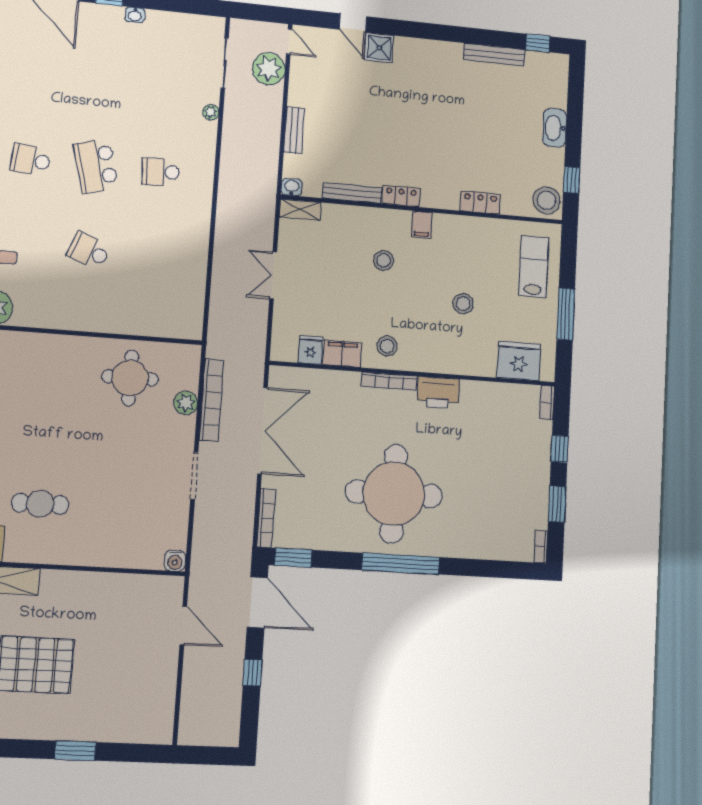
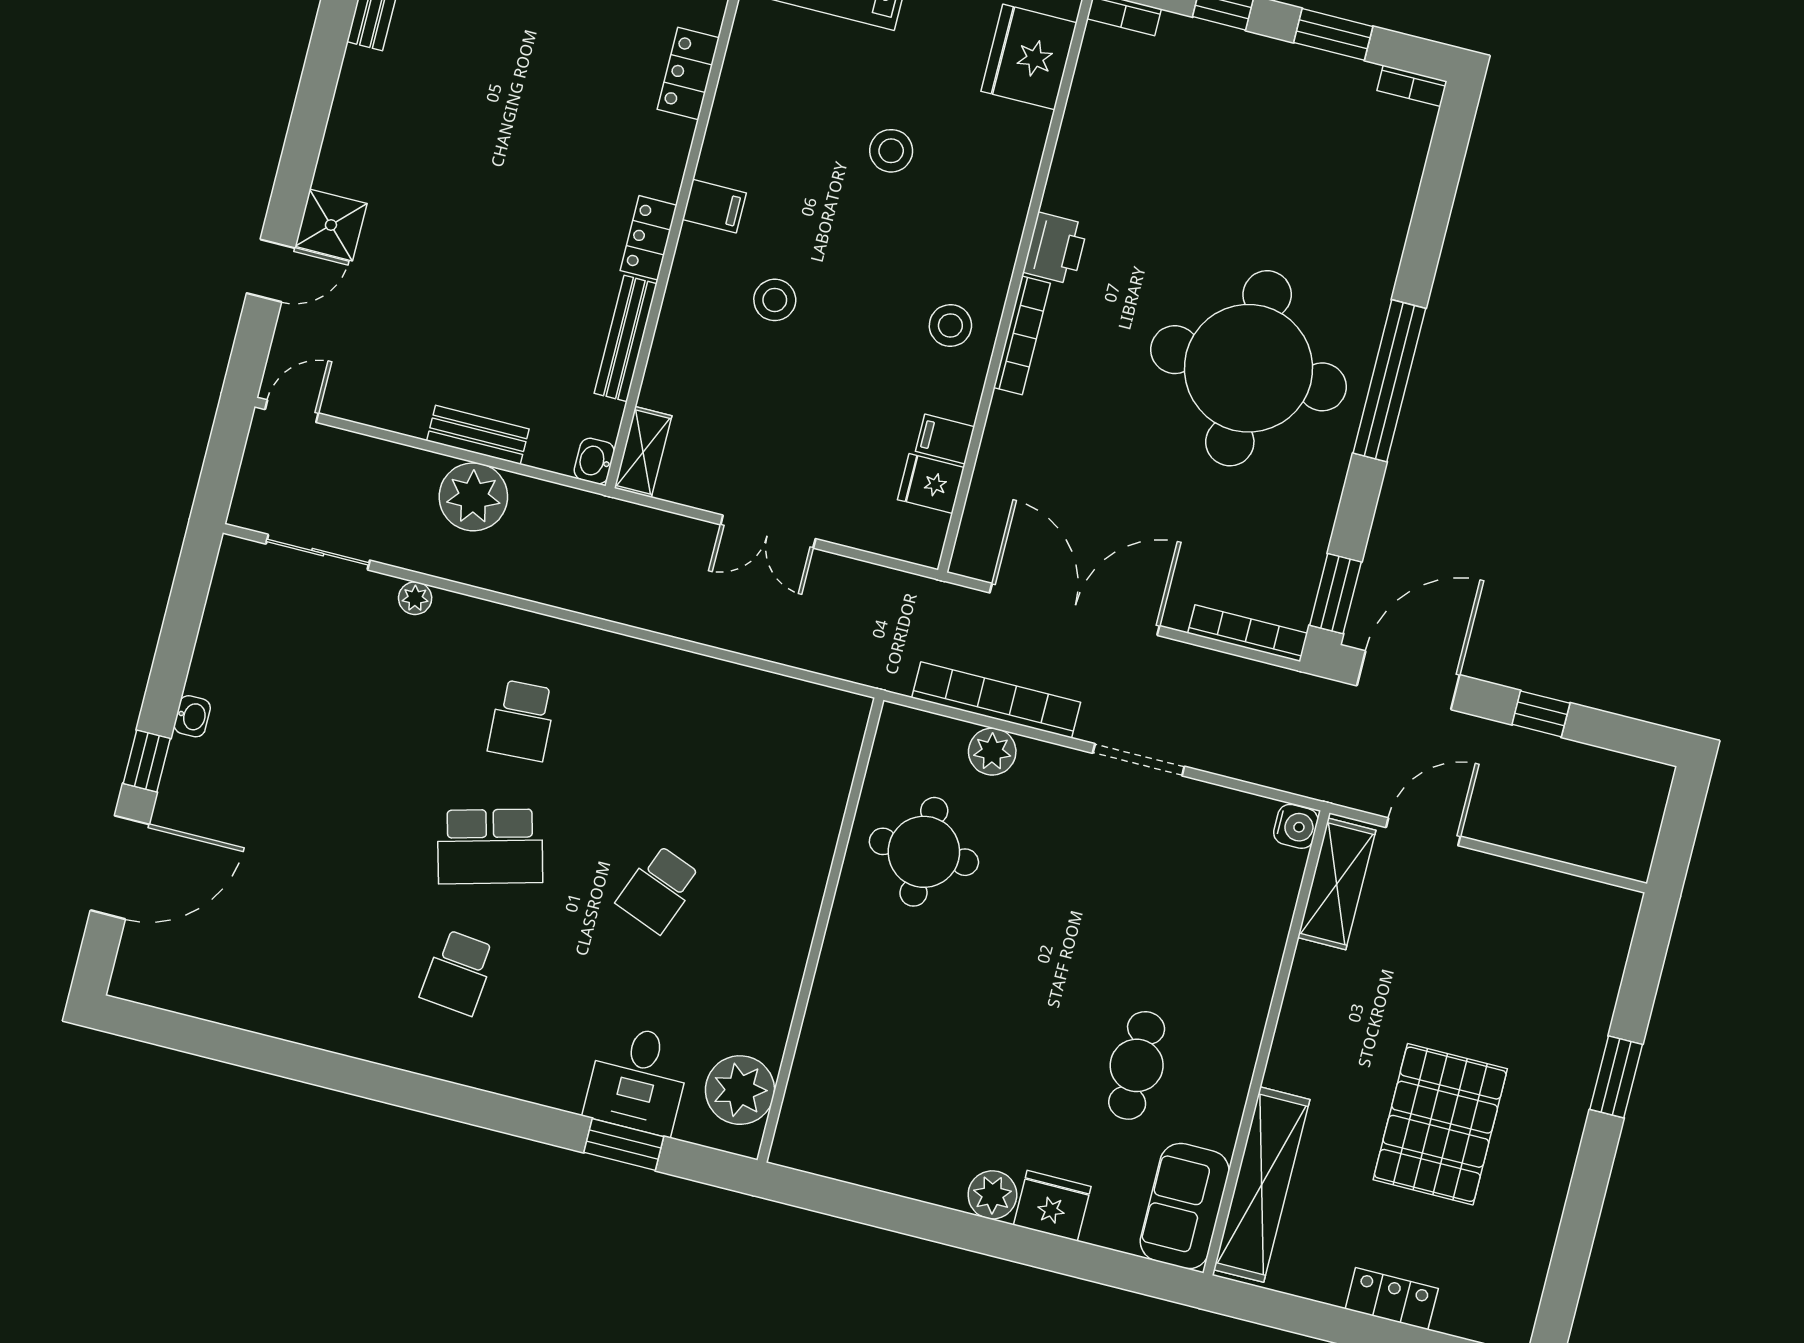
plant: (269, 69) -> (473, 497), moved
filing cabinet: (342, 354) -> (945, 439), width x0.50
printer: (438, 393) -> (1055, 248), width x0.73, depth x0.84
shelving: (150, 587) -> (1337, 884), added

